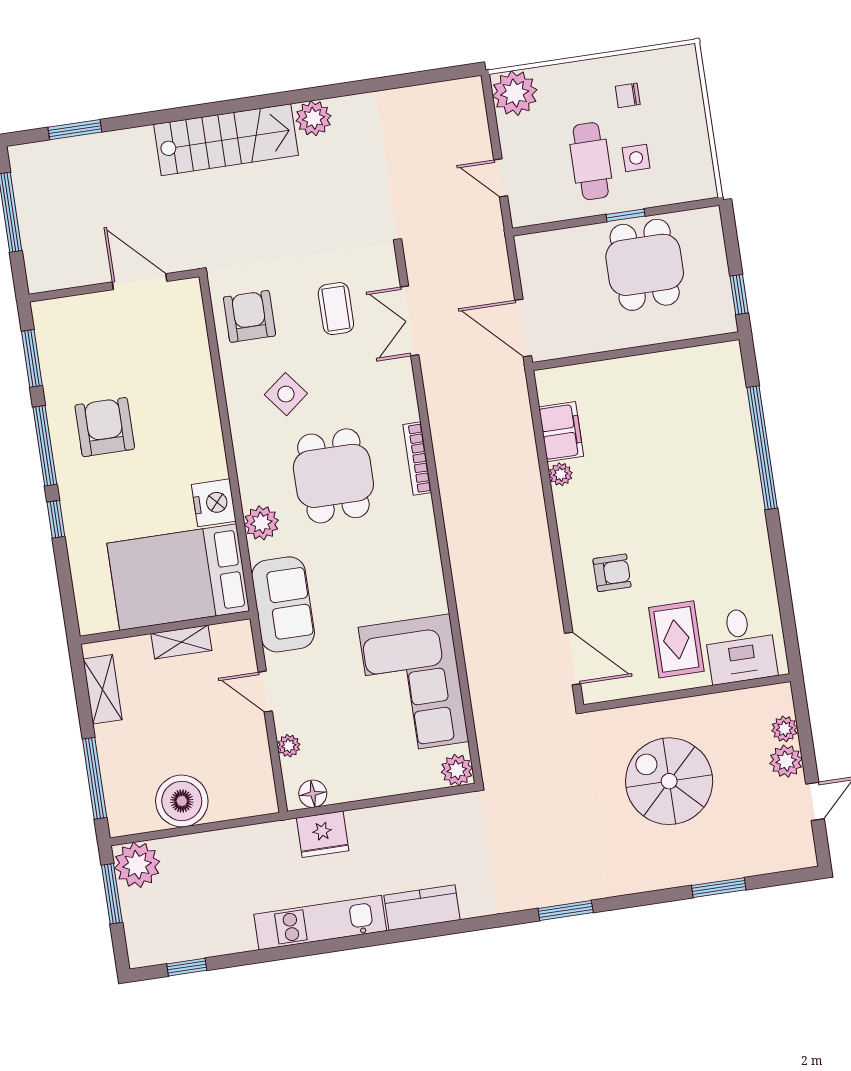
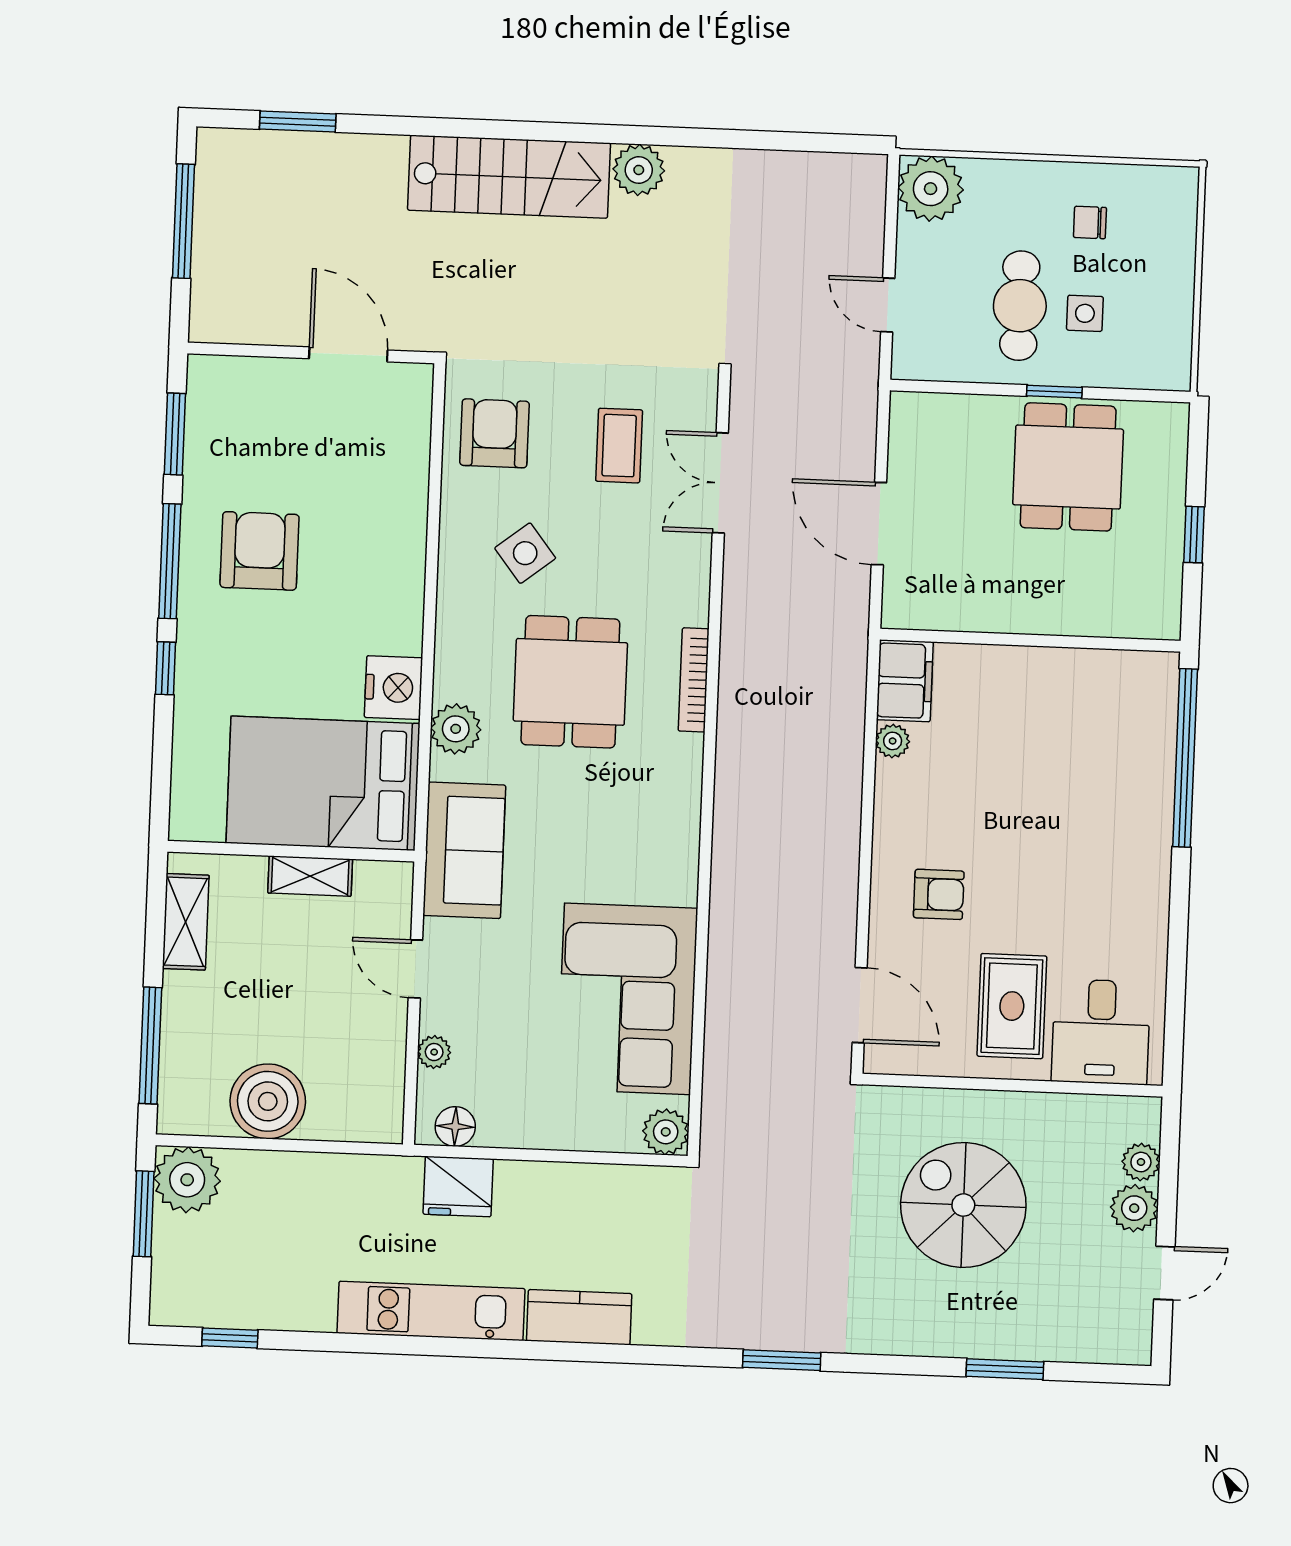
wall: (636, 351) -> (1030, 640), moved

